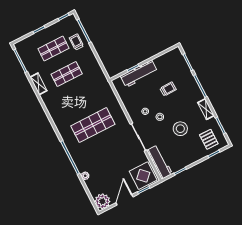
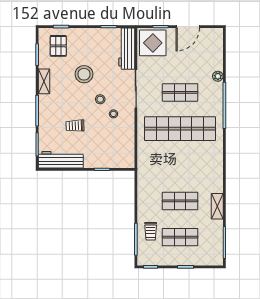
workbench: (139, 74) -> (61, 160), moved
shop shelf: (93, 125) -> (180, 129), width x1.40
shop shelf: (106, 151) -> (180, 92), added
plant: (102, 201) -> (213, 38), removed

